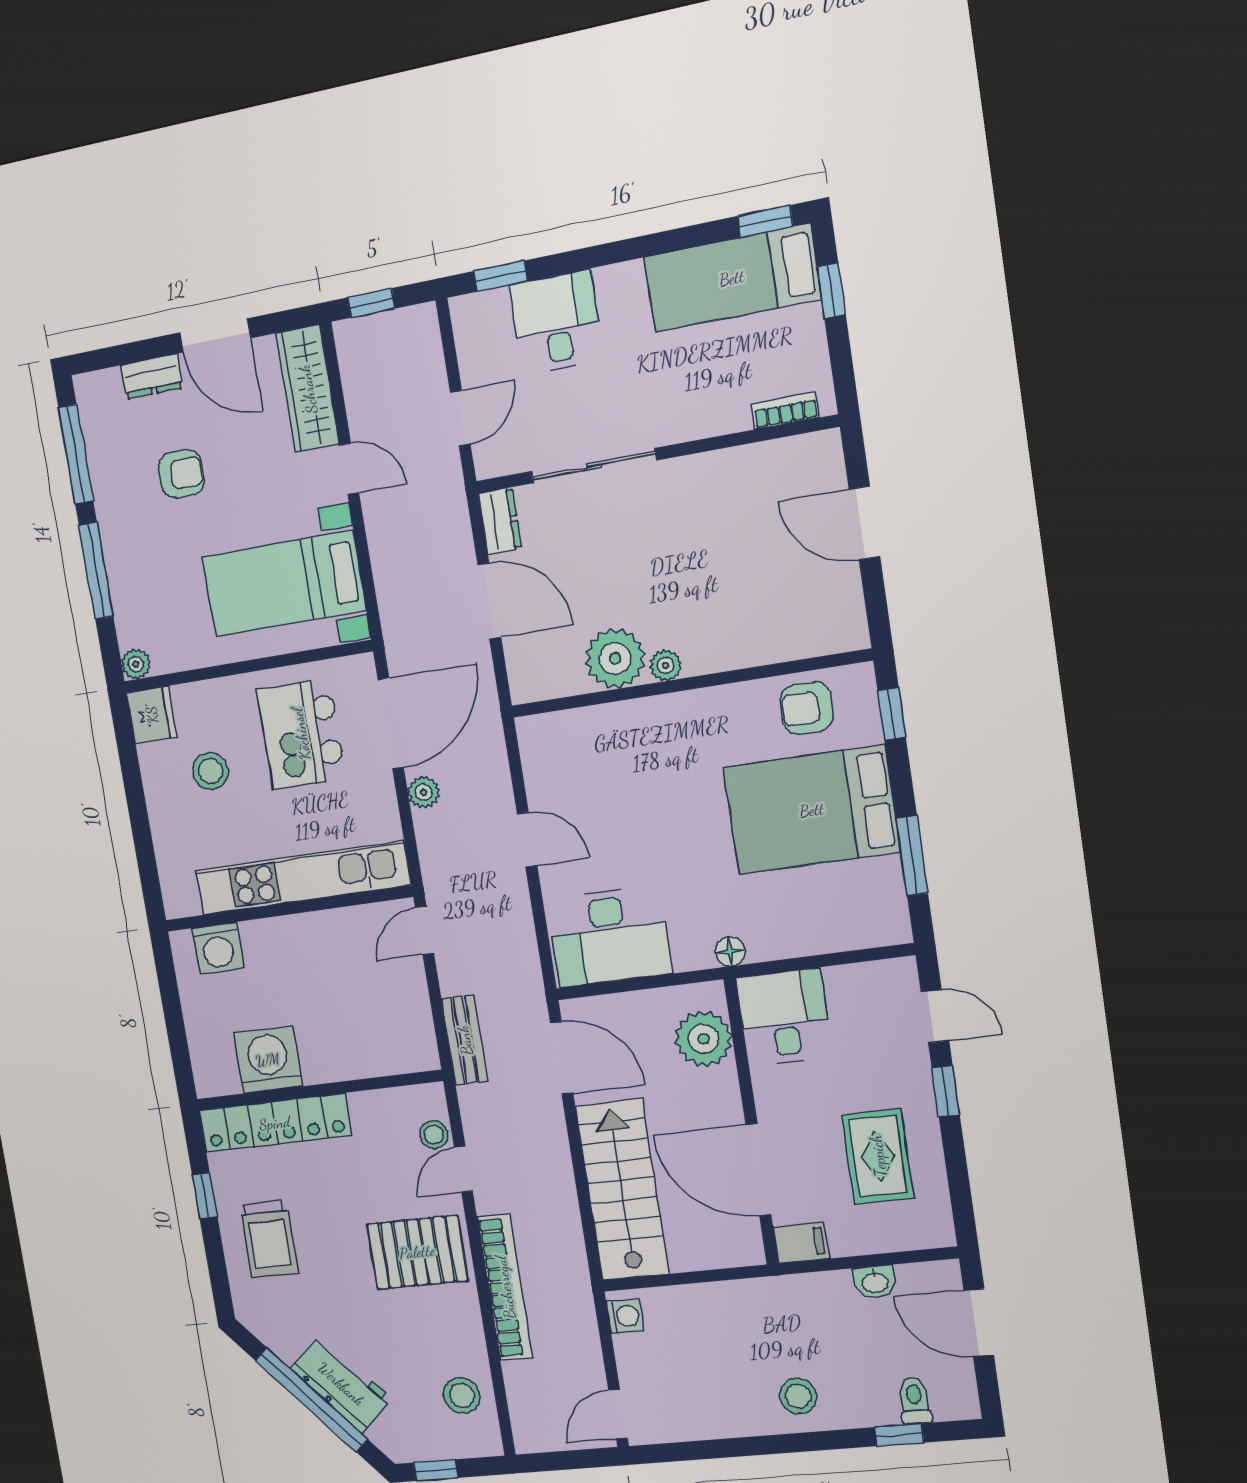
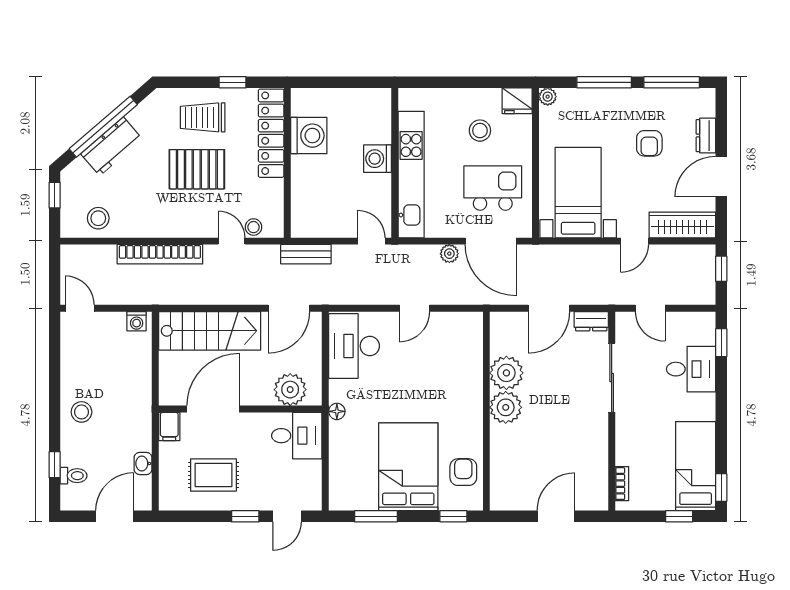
plant: (666, 665) -> (506, 407), width x1.88, depth x1.88
washing machine: (218, 948) -> (377, 159), moved
pallet: (417, 1252) -> (197, 169), moved, turned 90

